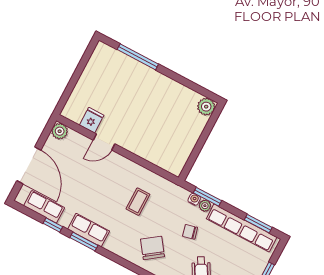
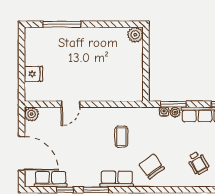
fridge: (92, 120) -> (33, 74), moved, turned 90
row of seats: (89, 230) -> (117, 179), moved
chair: (190, 232) -> (174, 139), removed

